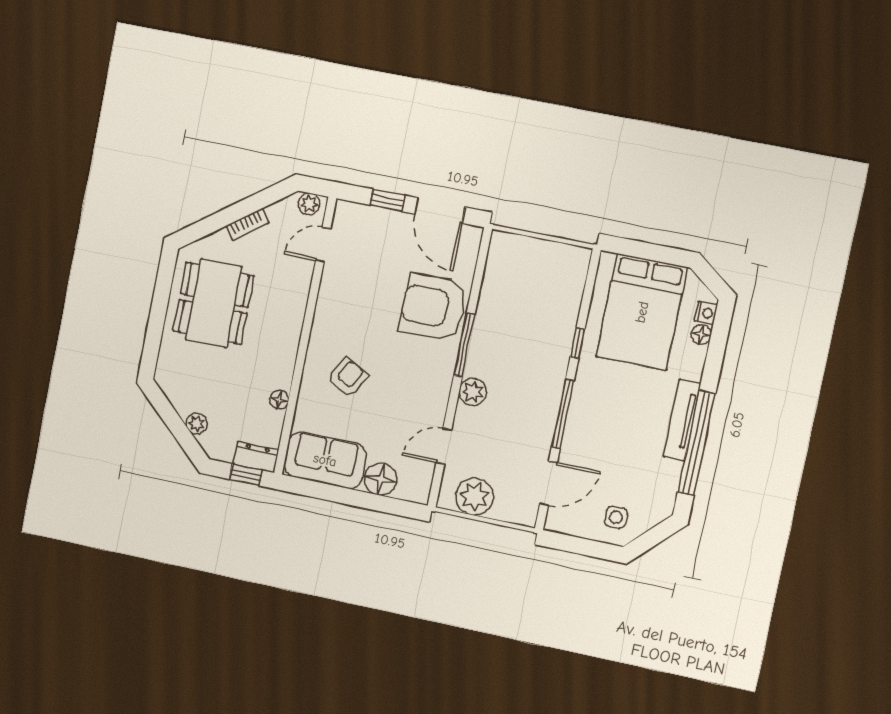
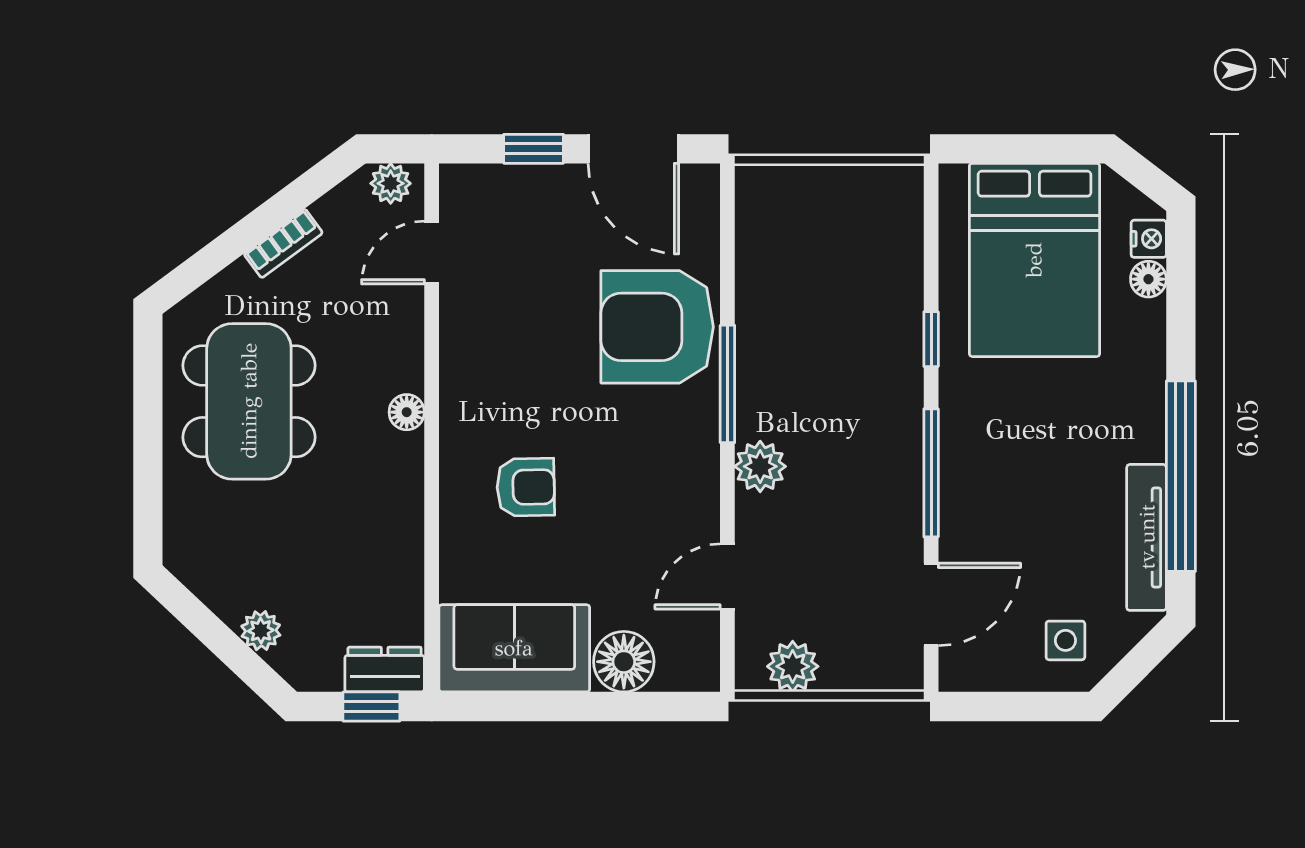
armchair: (348, 377) -> (526, 487), turned 61
floor lamp: (279, 400) -> (407, 412), moved
tv unit: (682, 420) -> (1147, 537), moved
plant: (474, 497) -> (793, 666), width x0.73, depth x0.73

